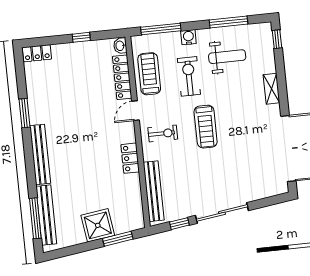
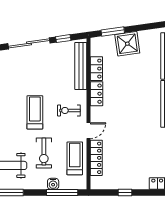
water cooler: (188, 37) -> (53, 184), moved
washbasin: (120, 46) -> (95, 183), removed
treadmill: (149, 74) -> (75, 158), turned 180
locker: (134, 190) -> (96, 69), added

